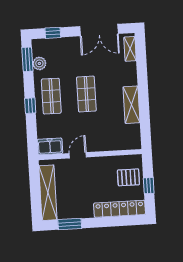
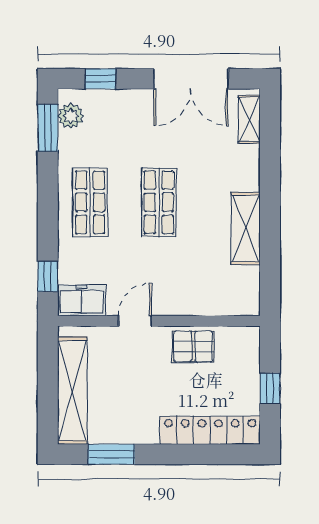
plant: (39, 63) -> (71, 116), moved
window: (30, 106) -> (48, 277), moved
pallet: (128, 177) -> (193, 346), moved

